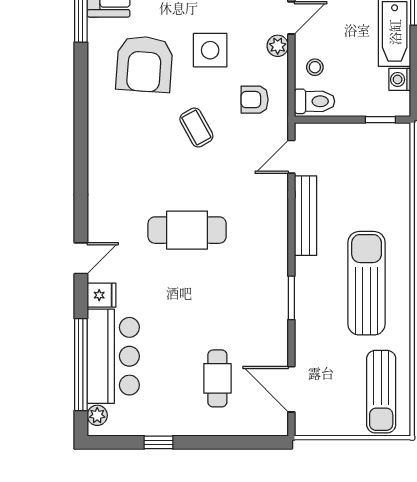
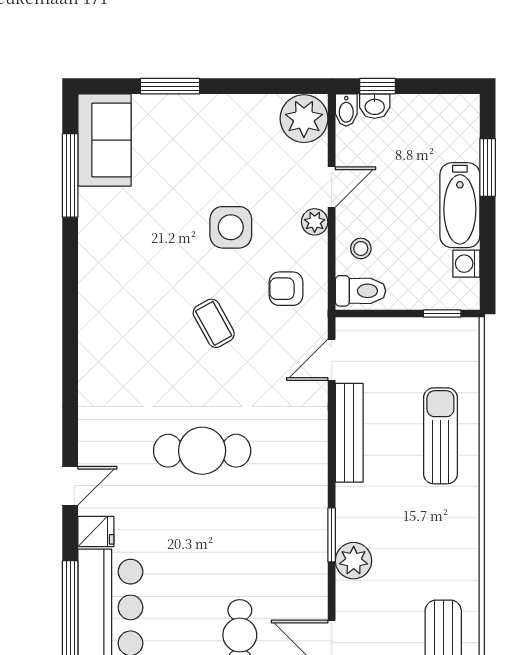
armchair: (144, 64) -> (149, 245), removed
sun lounger: (367, 283) -> (440, 436), moved, width x0.73, depth x0.75
plant: (309, 319) -> (354, 561), added

